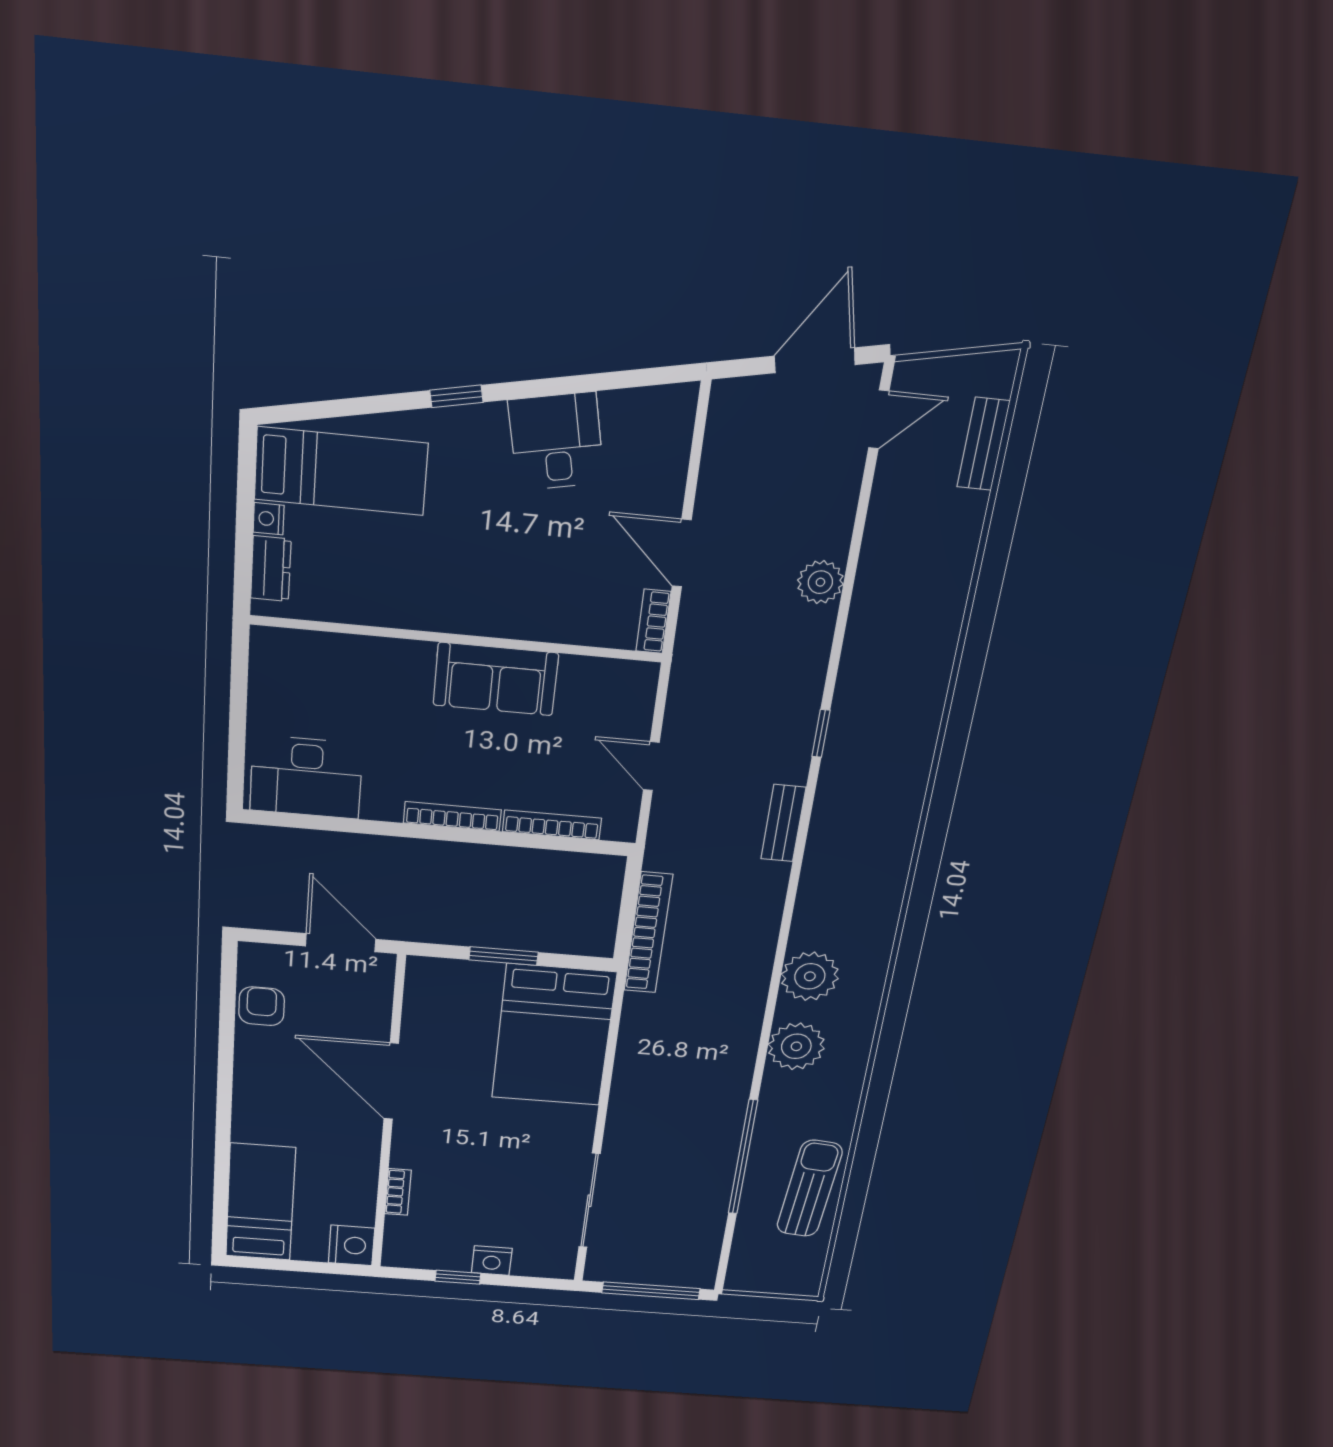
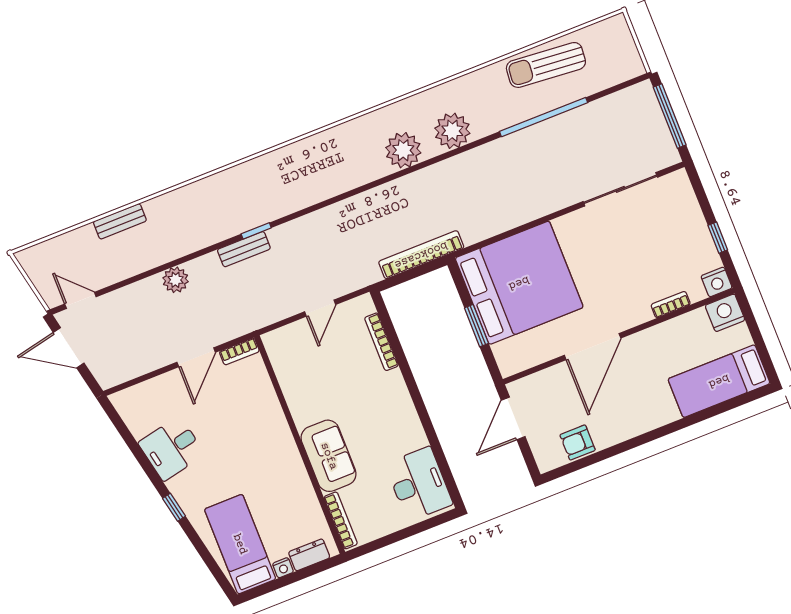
bench: (984, 444) -> (120, 221), moved
sofa: (496, 679) -> (329, 456), moved
bookcase: (452, 816) -> (341, 520), moved, turned 180
bench: (783, 823) -> (244, 249), moved
bed: (554, 1035) -> (519, 283), width x1.36
nightstand: (492, 1261) -> (717, 282), moved, turned 90

